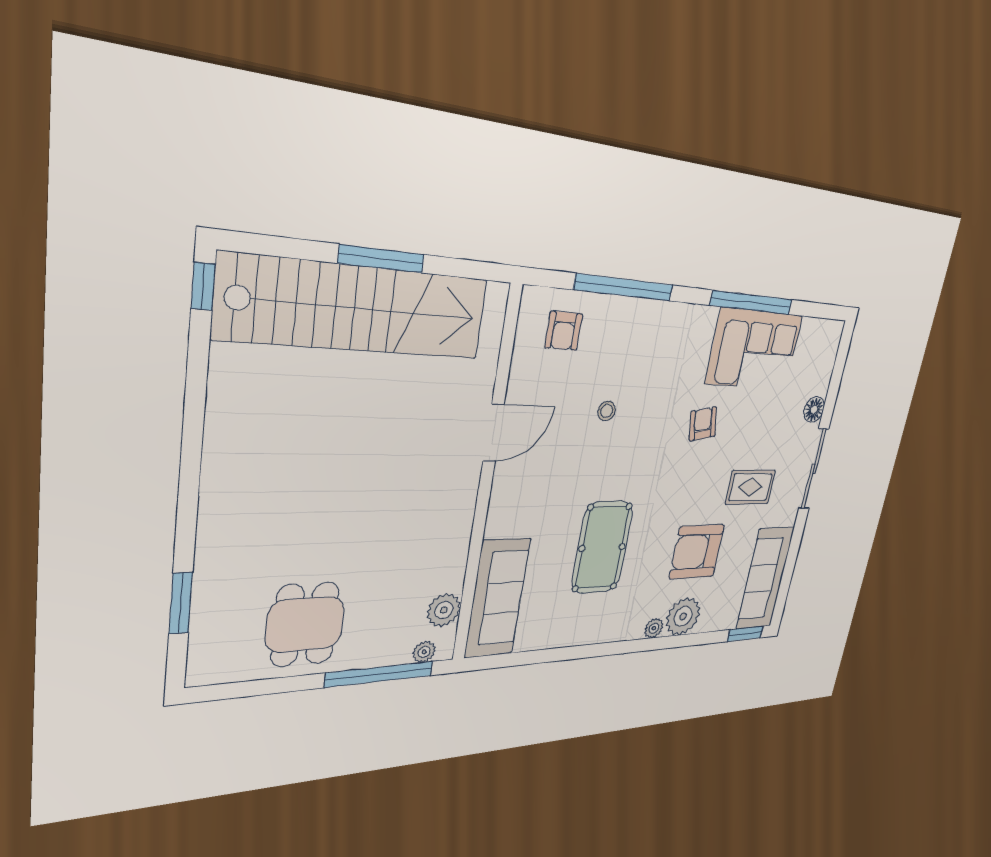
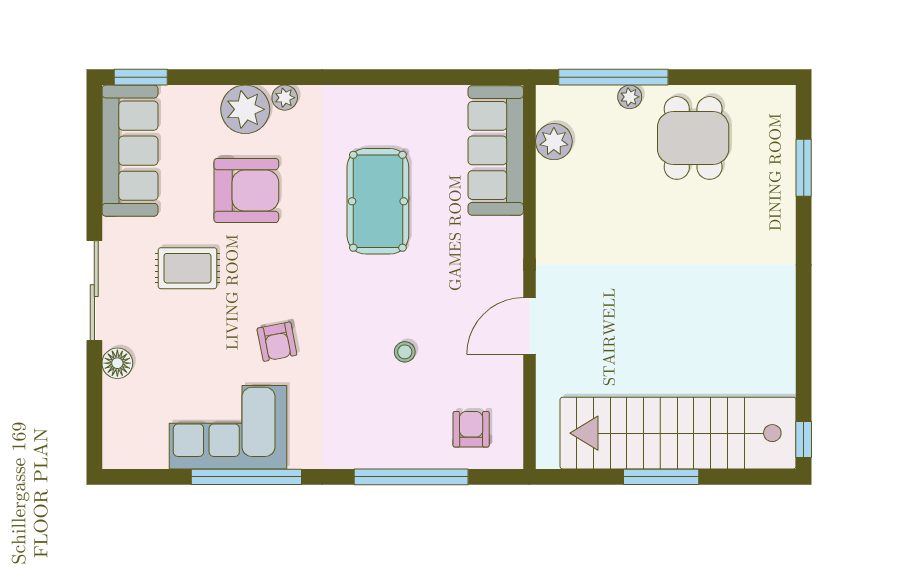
plant: (424, 652) -> (630, 97), moved

